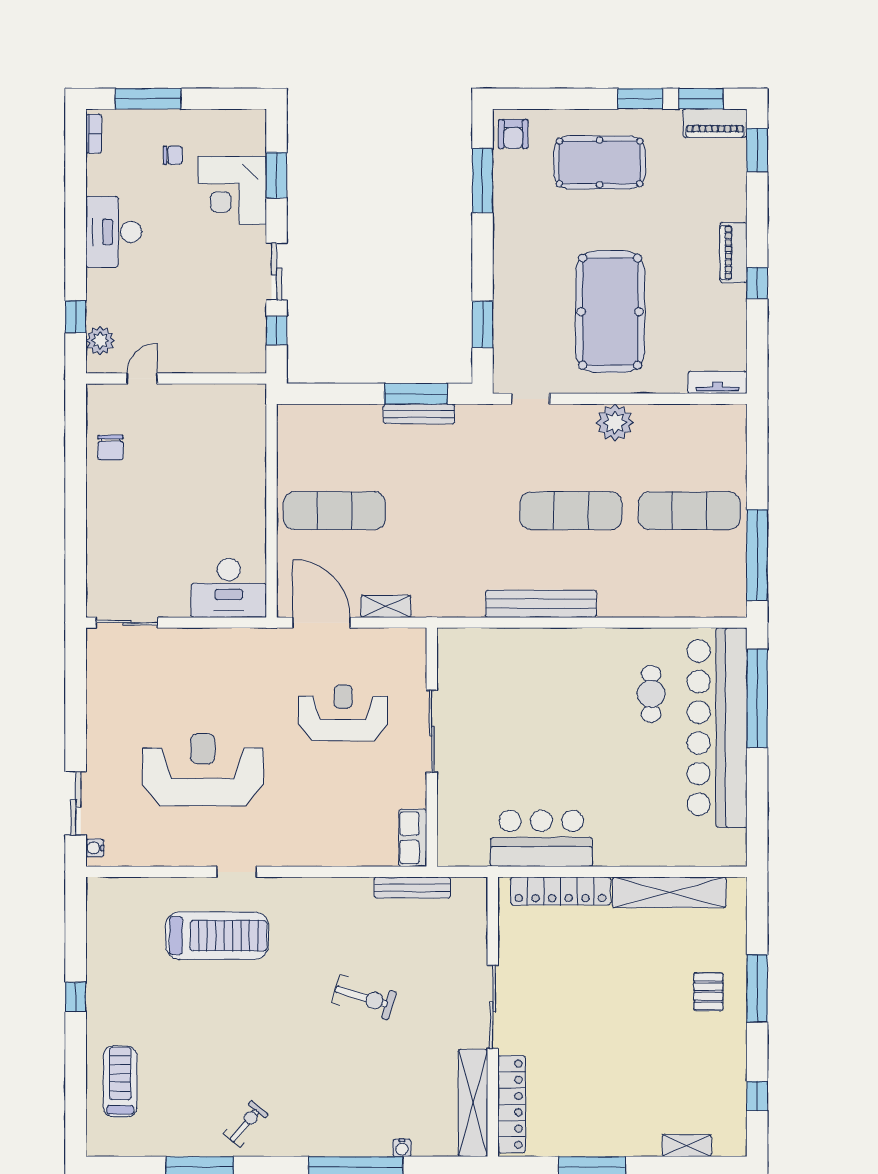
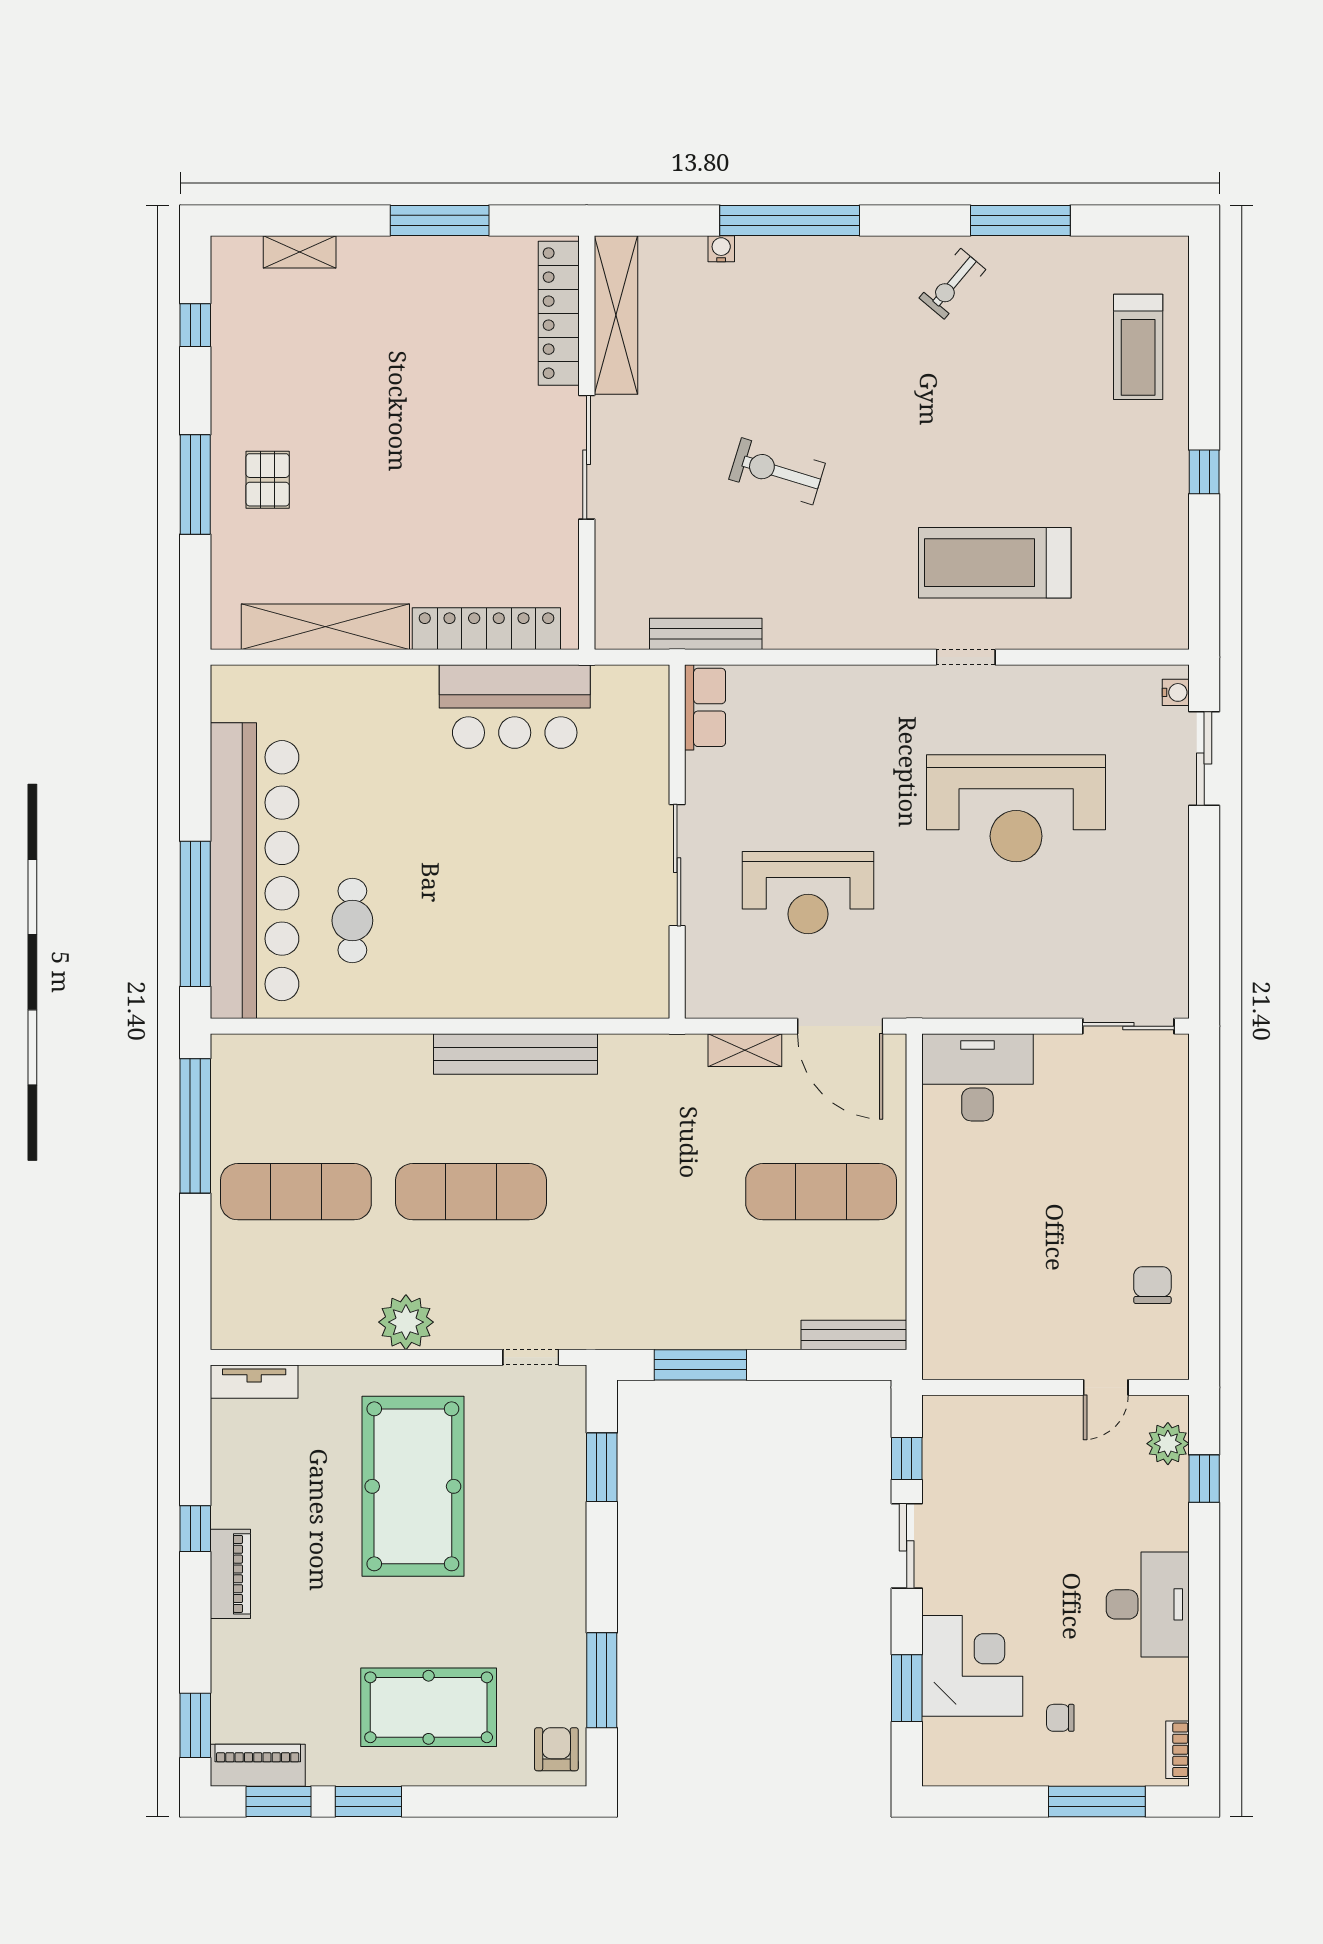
bench: (419, 414) -> (854, 1335), moved

